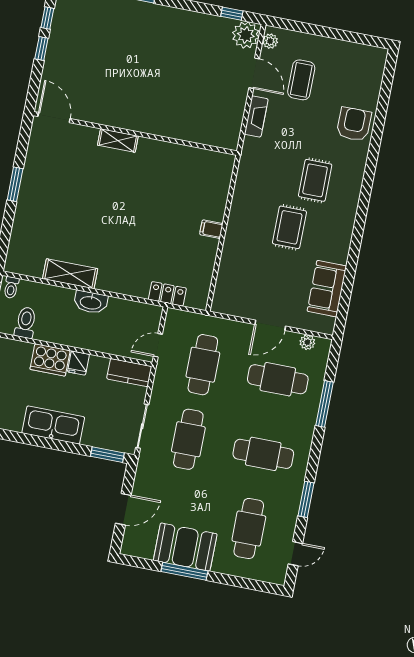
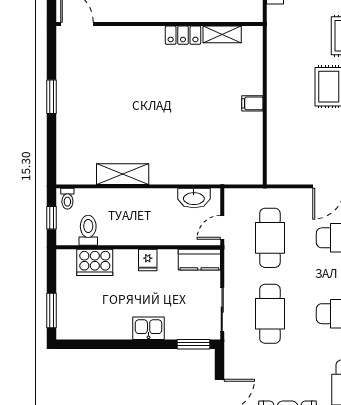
shelving: (118, 141) -> (222, 34), moved
locker: (167, 294) -> (183, 35), moved, turned 180
washbasin: (91, 302) -> (194, 198), moved
cooker: (50, 360) -> (95, 262), moved
kitchen sink: (53, 425) -> (149, 328), width x0.53, depth x0.81

